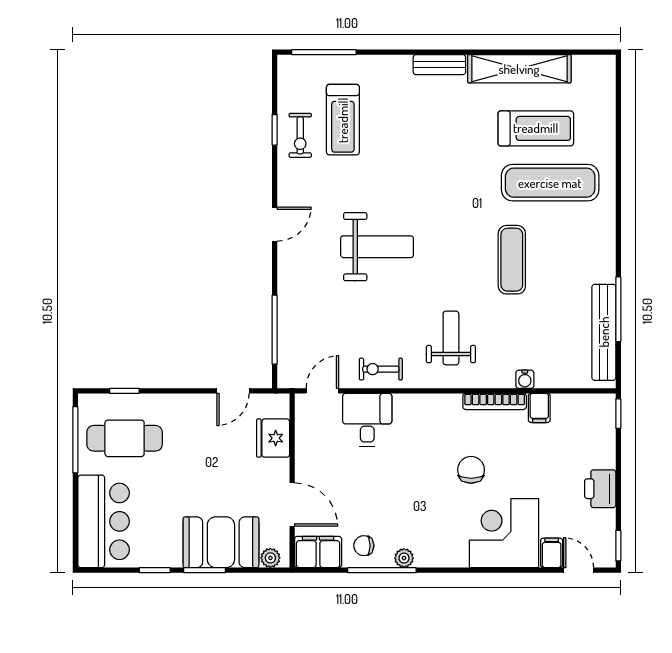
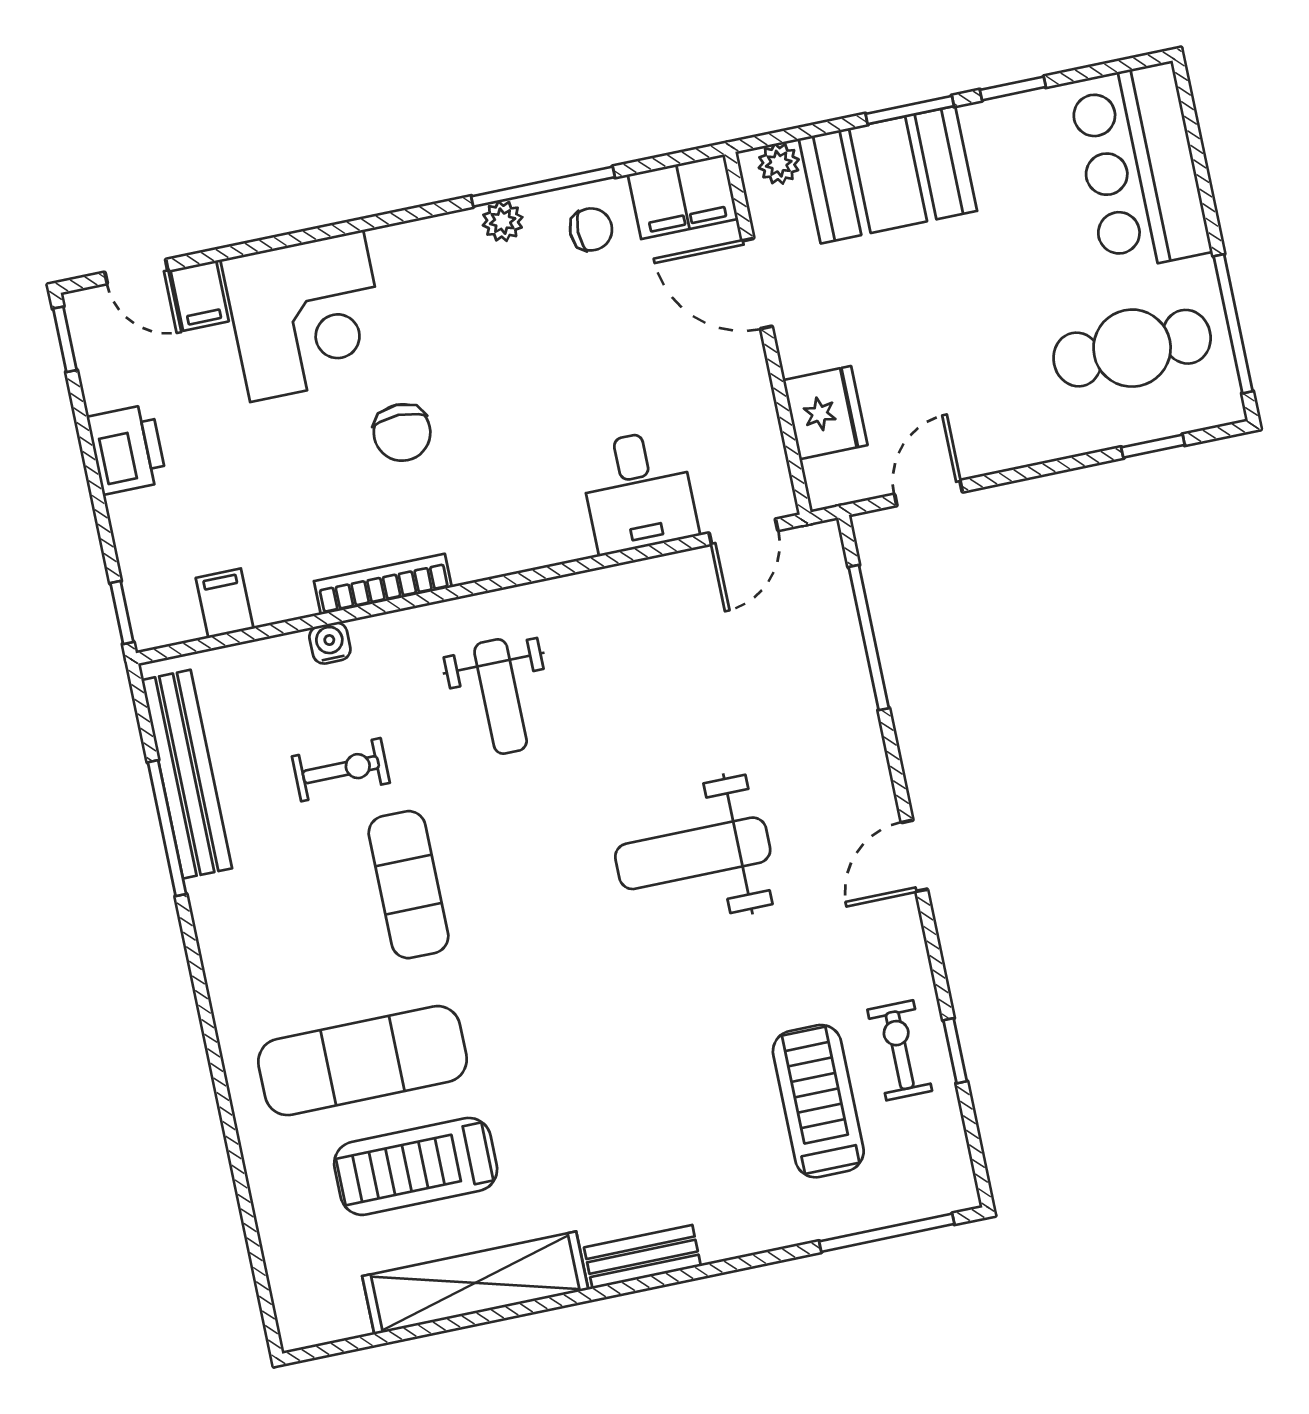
exercise bike: (381, 369) -> (341, 770), moved
filing cabinet: (539, 408) -> (225, 603), moved

